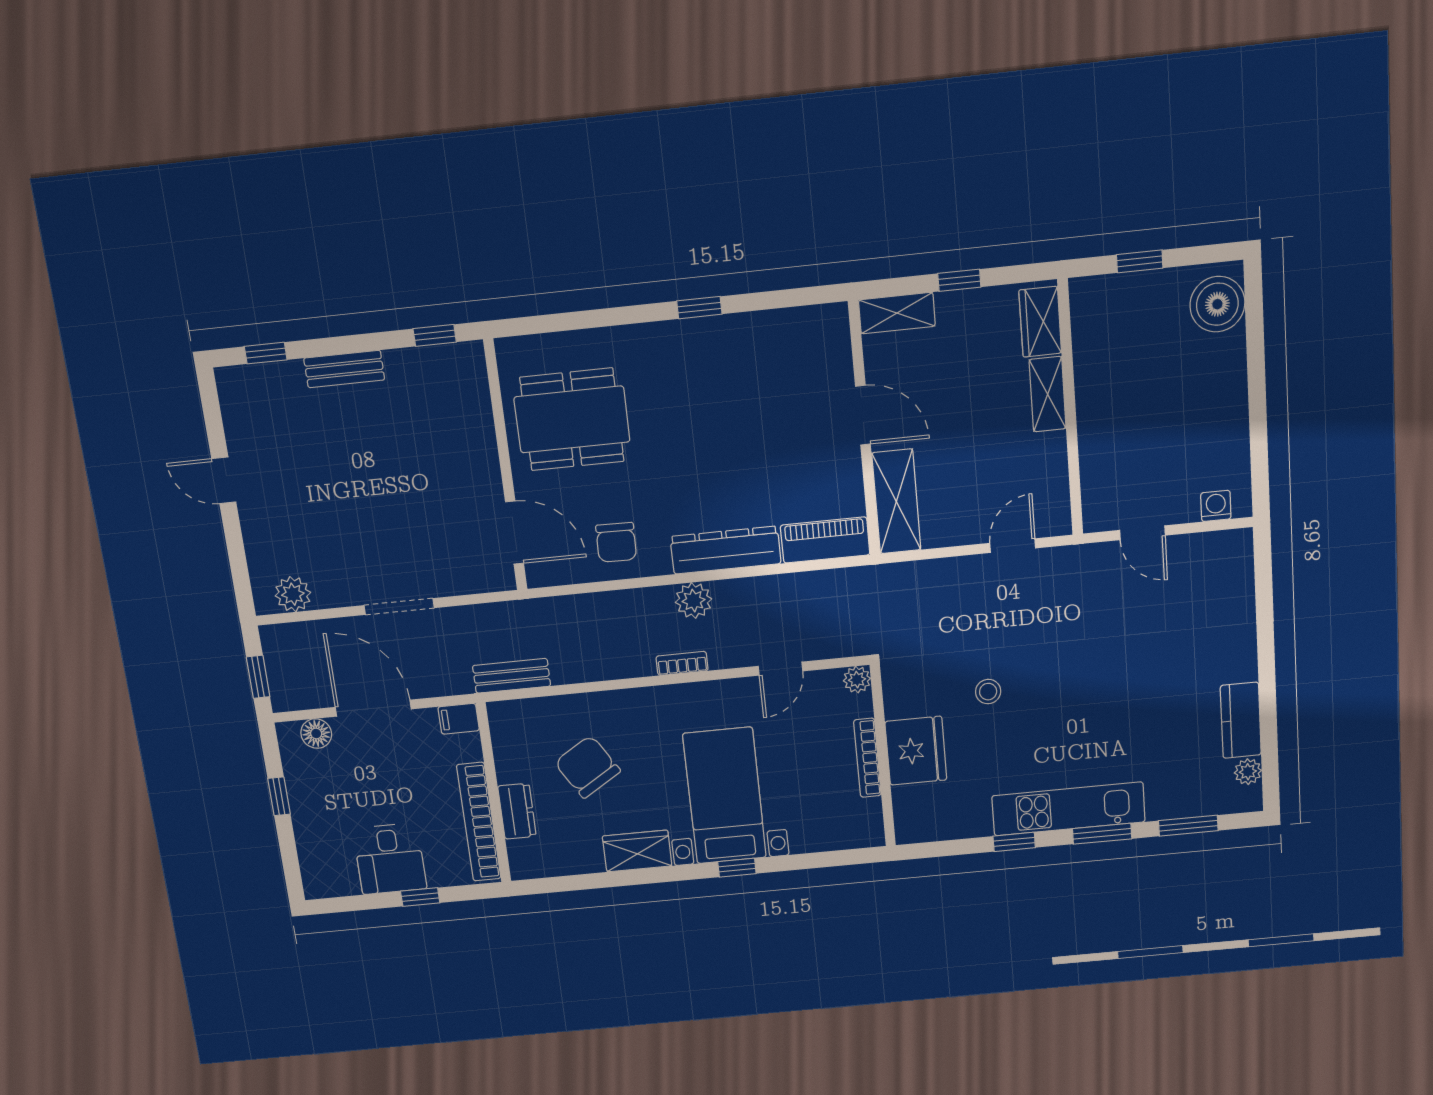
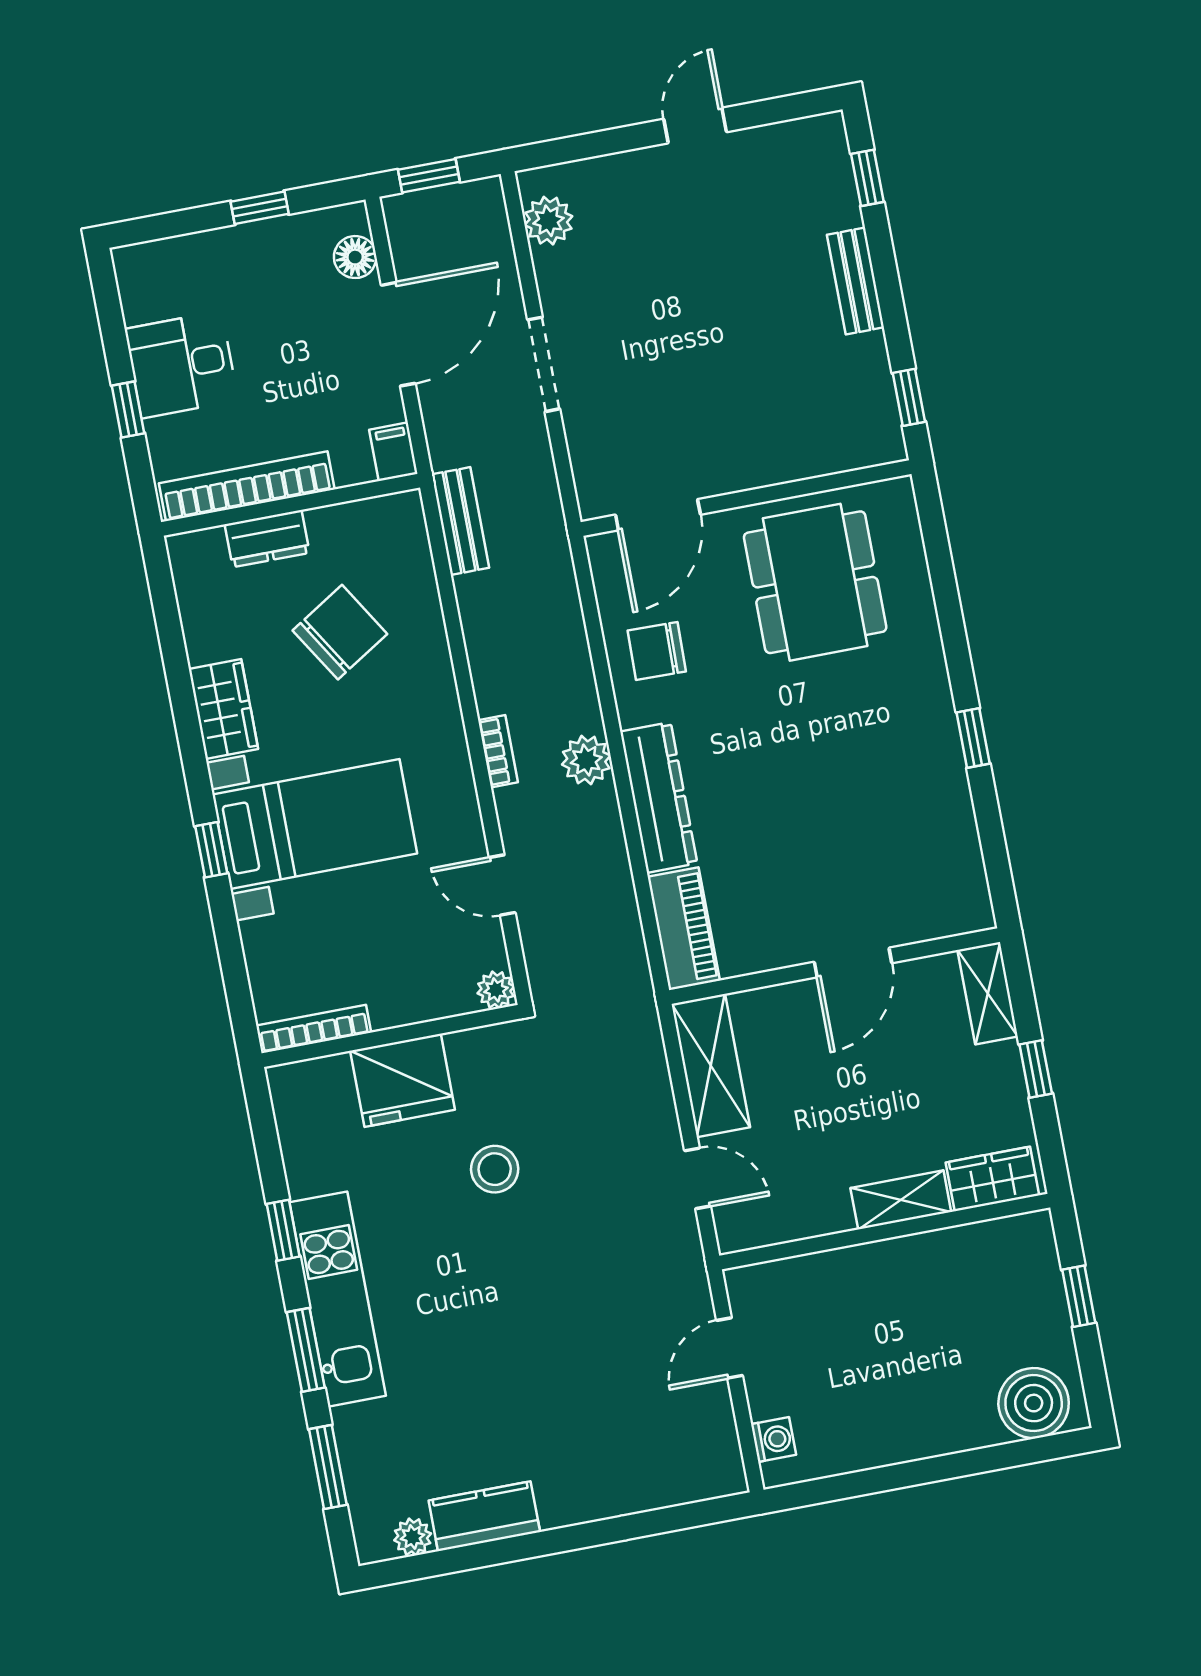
shelving: (896, 501) -> (711, 1066), moved, turned 90
stool: (988, 692) -> (495, 1169), width x1.37, depth x1.37
bookcase: (867, 758) -> (314, 1029), moved

